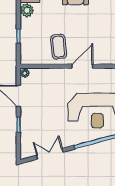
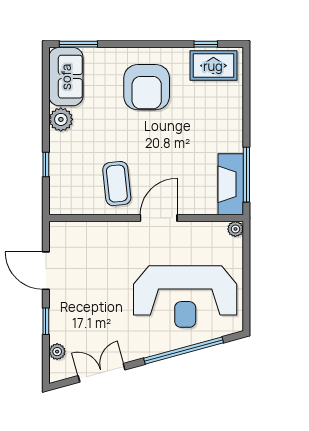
plant: (25, 73) -> (57, 352), moved

